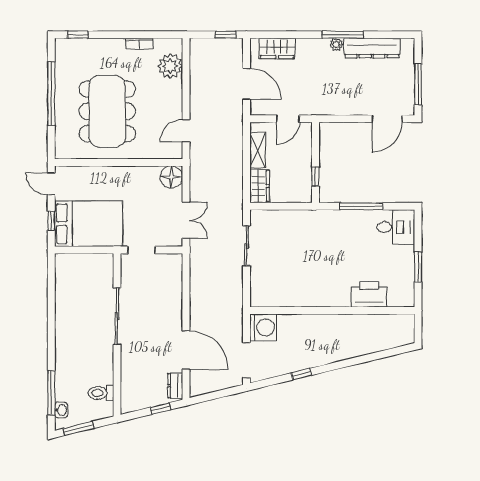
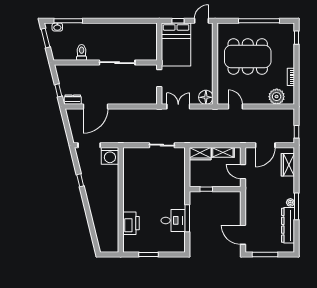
double door: (186, 220) -> (178, 107), swing flipped
desk: (396, 227) -> (173, 220), moved, turned -90
toilet: (101, 393) -> (82, 52), moved

